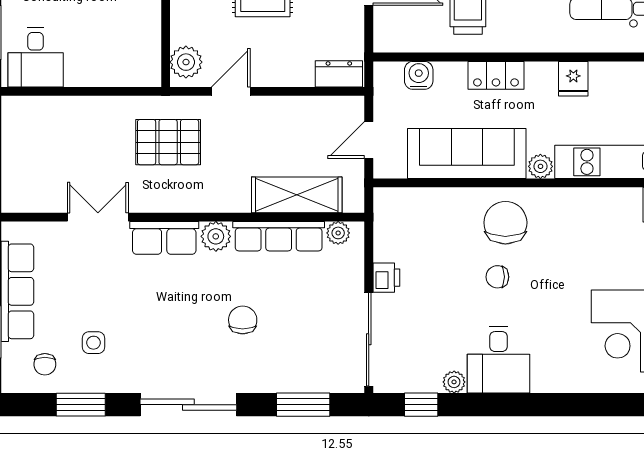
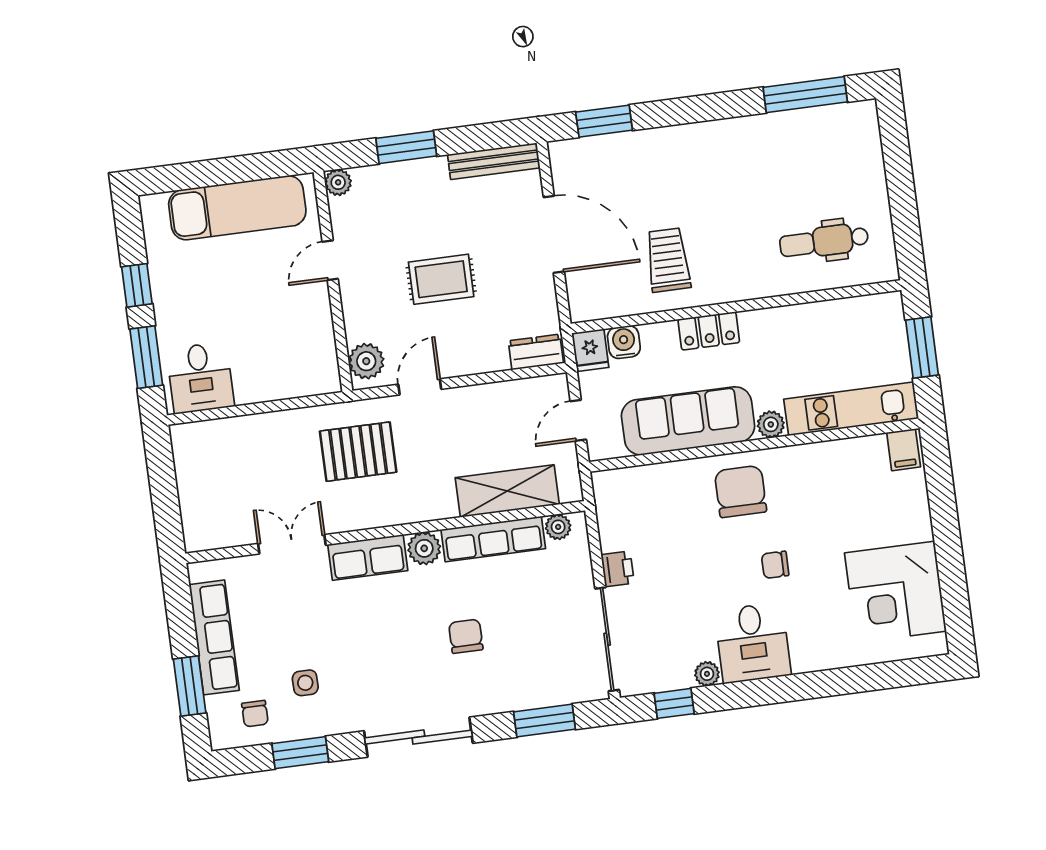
fridge: (573, 79) -> (590, 350), moved
chair: (497, 277) -> (775, 565), moved

